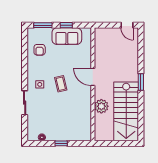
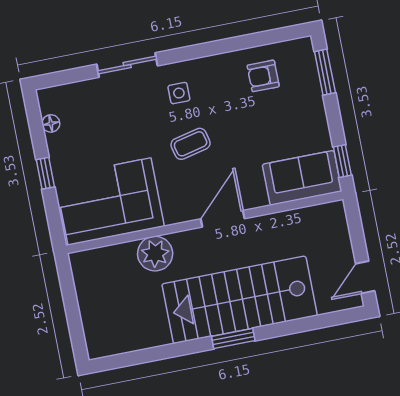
window: (66, 25) -> (342, 161), moved
sofa: (67, 36) -> (302, 178), moved, turned 90
stairs: (126, 111) -> (240, 300), moved
corner sofa: (77, 120) -> (109, 201), added

